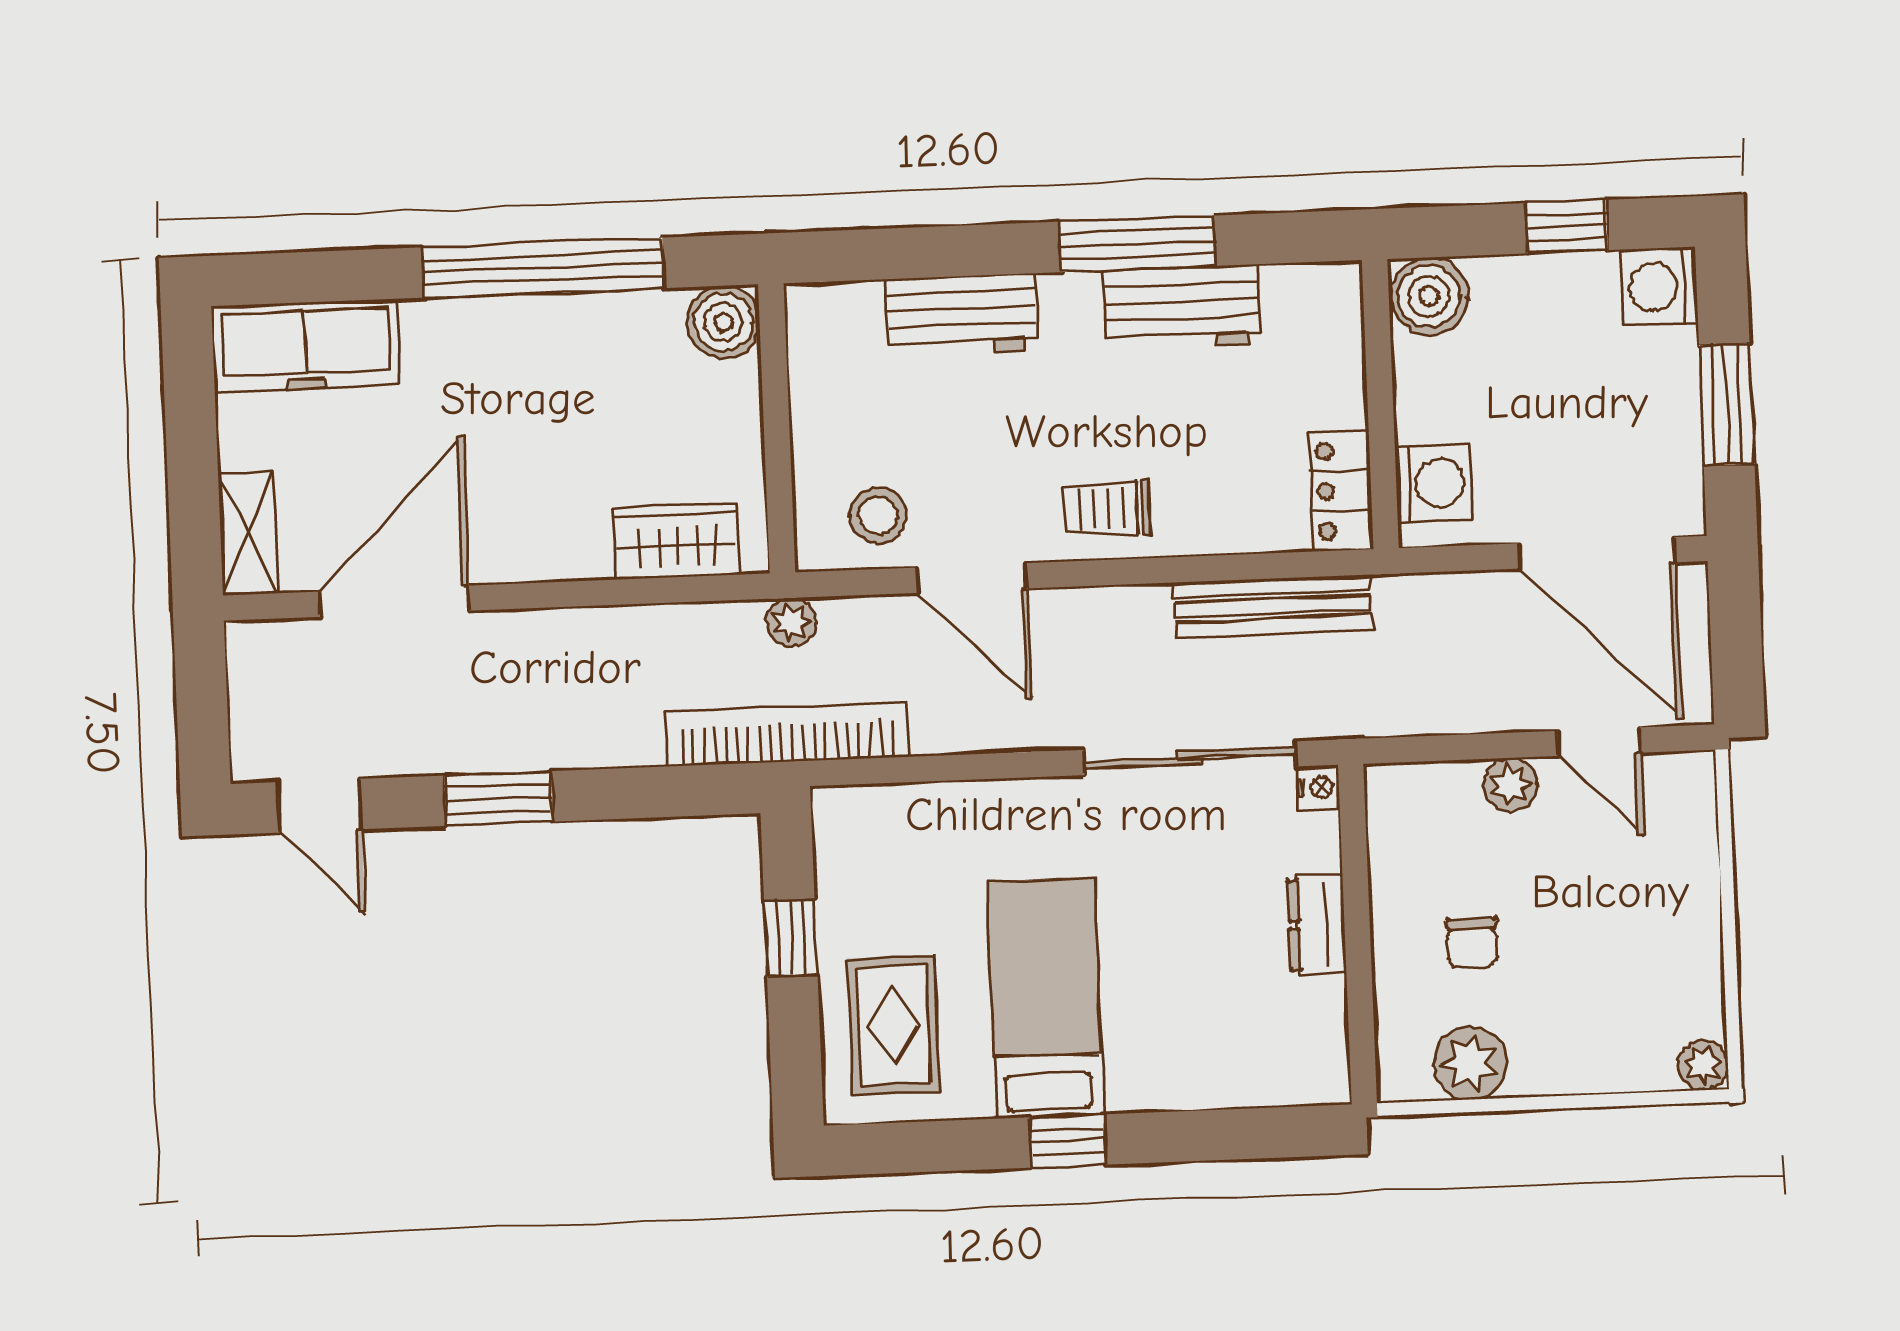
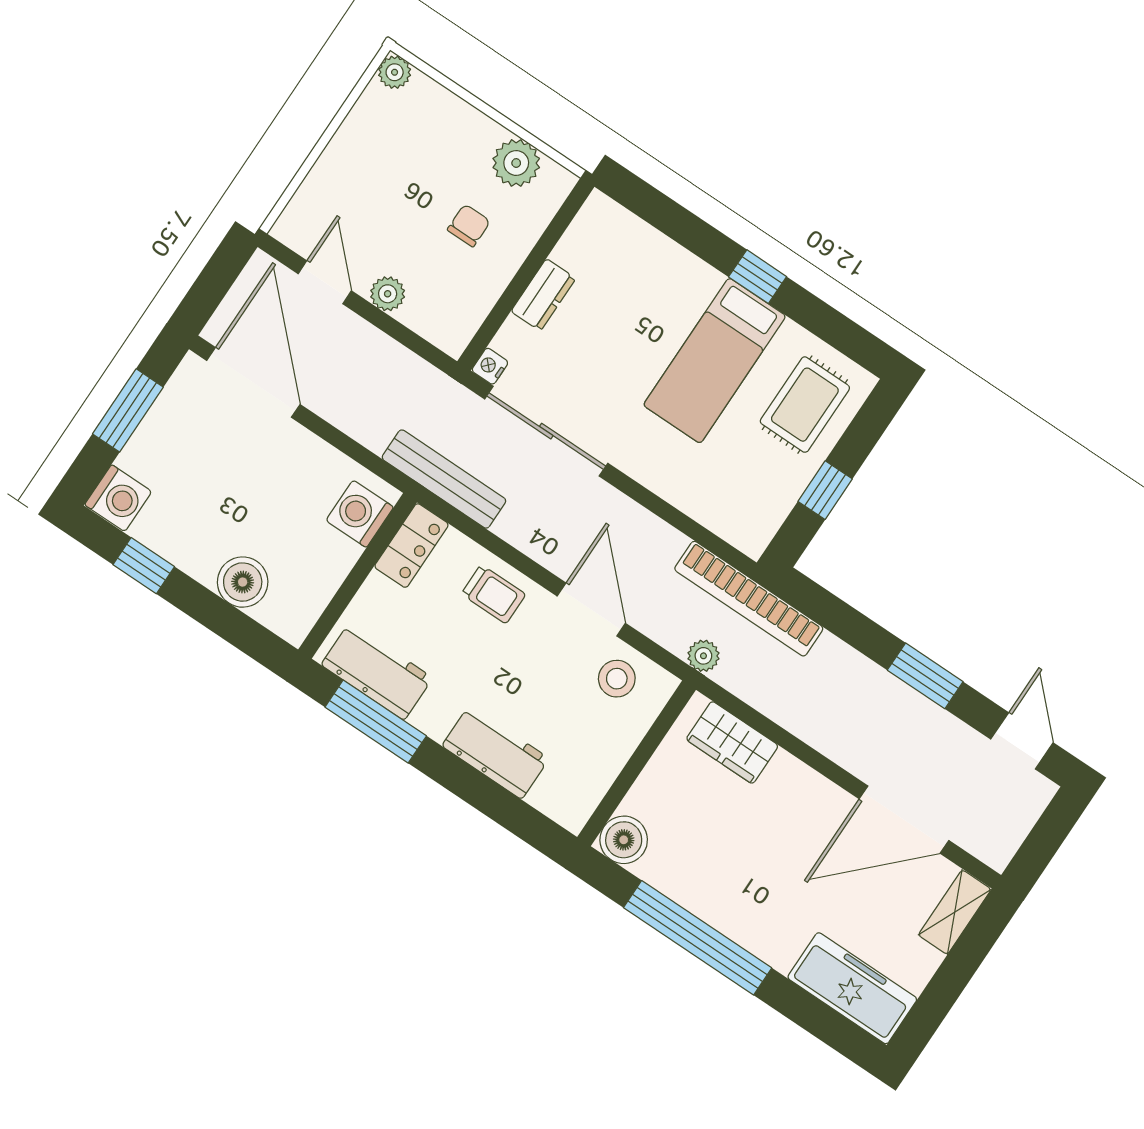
wall: (1380, 404) -> (357, 576), moved
washing machine: (1434, 483) -> (360, 514), moved
locker: (1341, 491) -> (411, 546), moved

